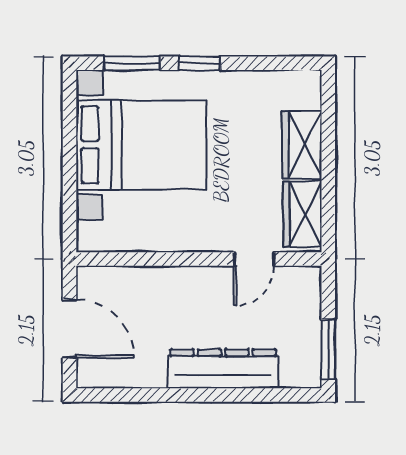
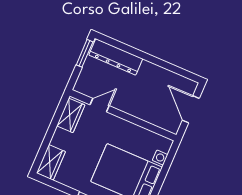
wardrobe: (302, 145) -> (51, 162), moved
dresser: (223, 369) -> (116, 57), moved

